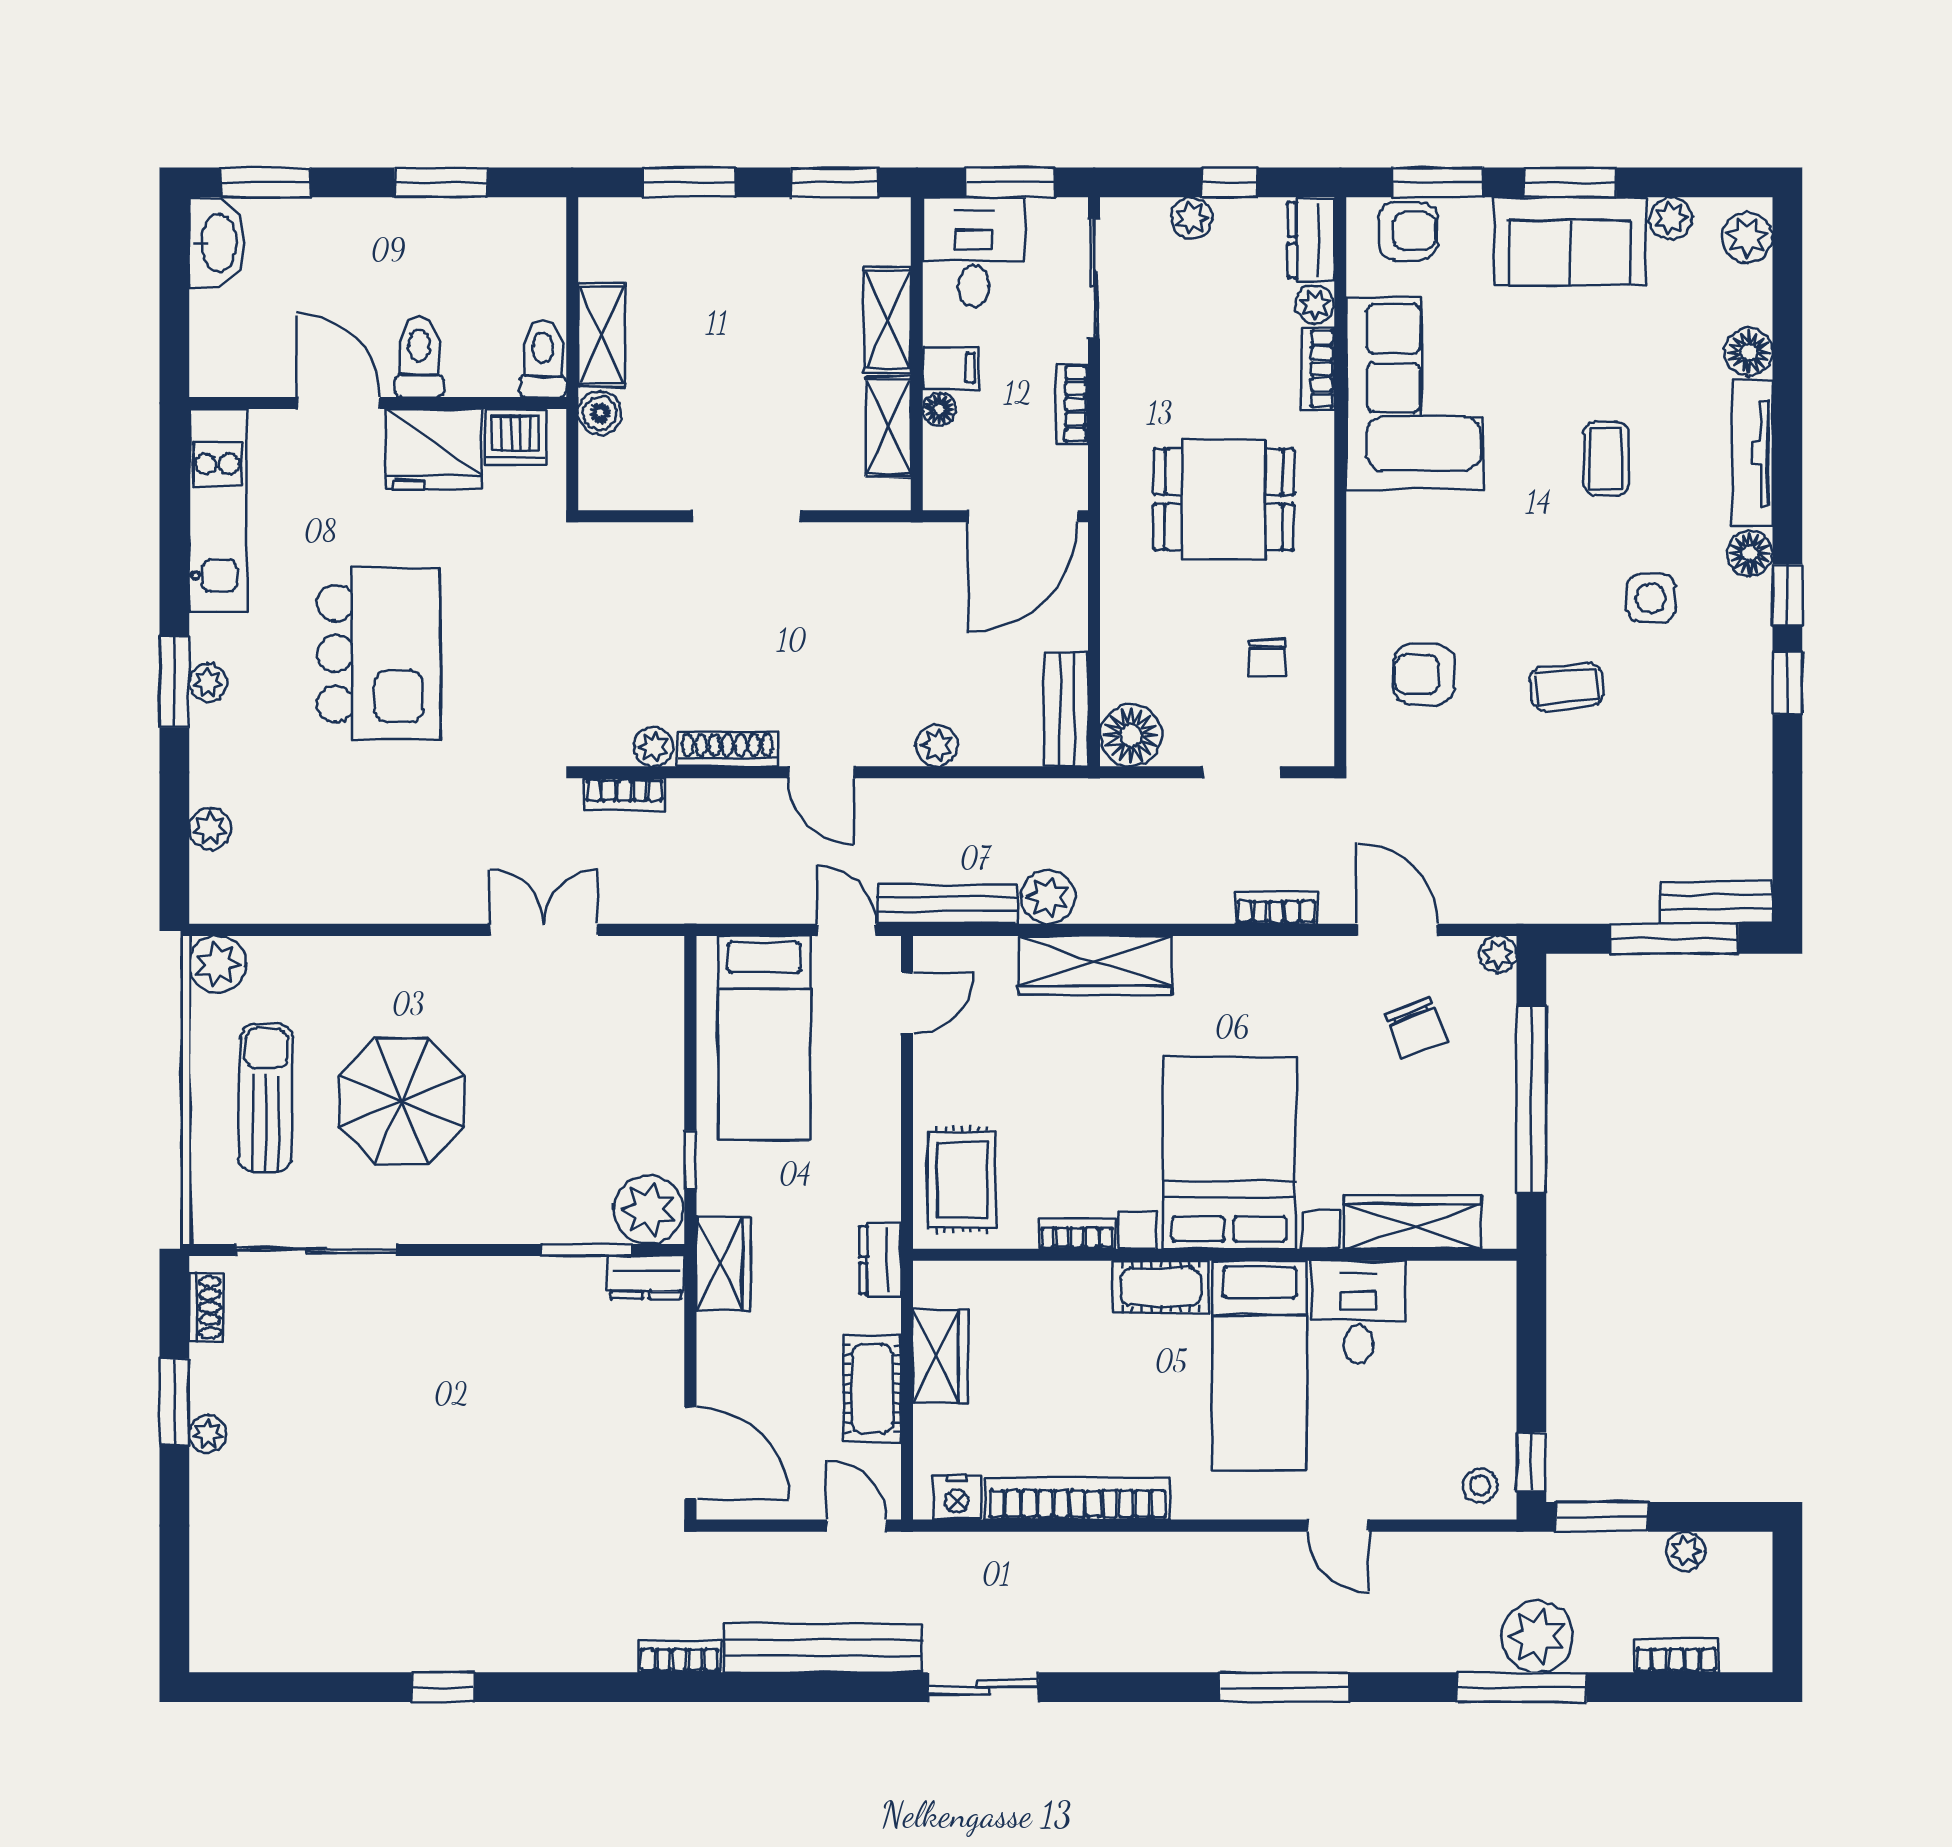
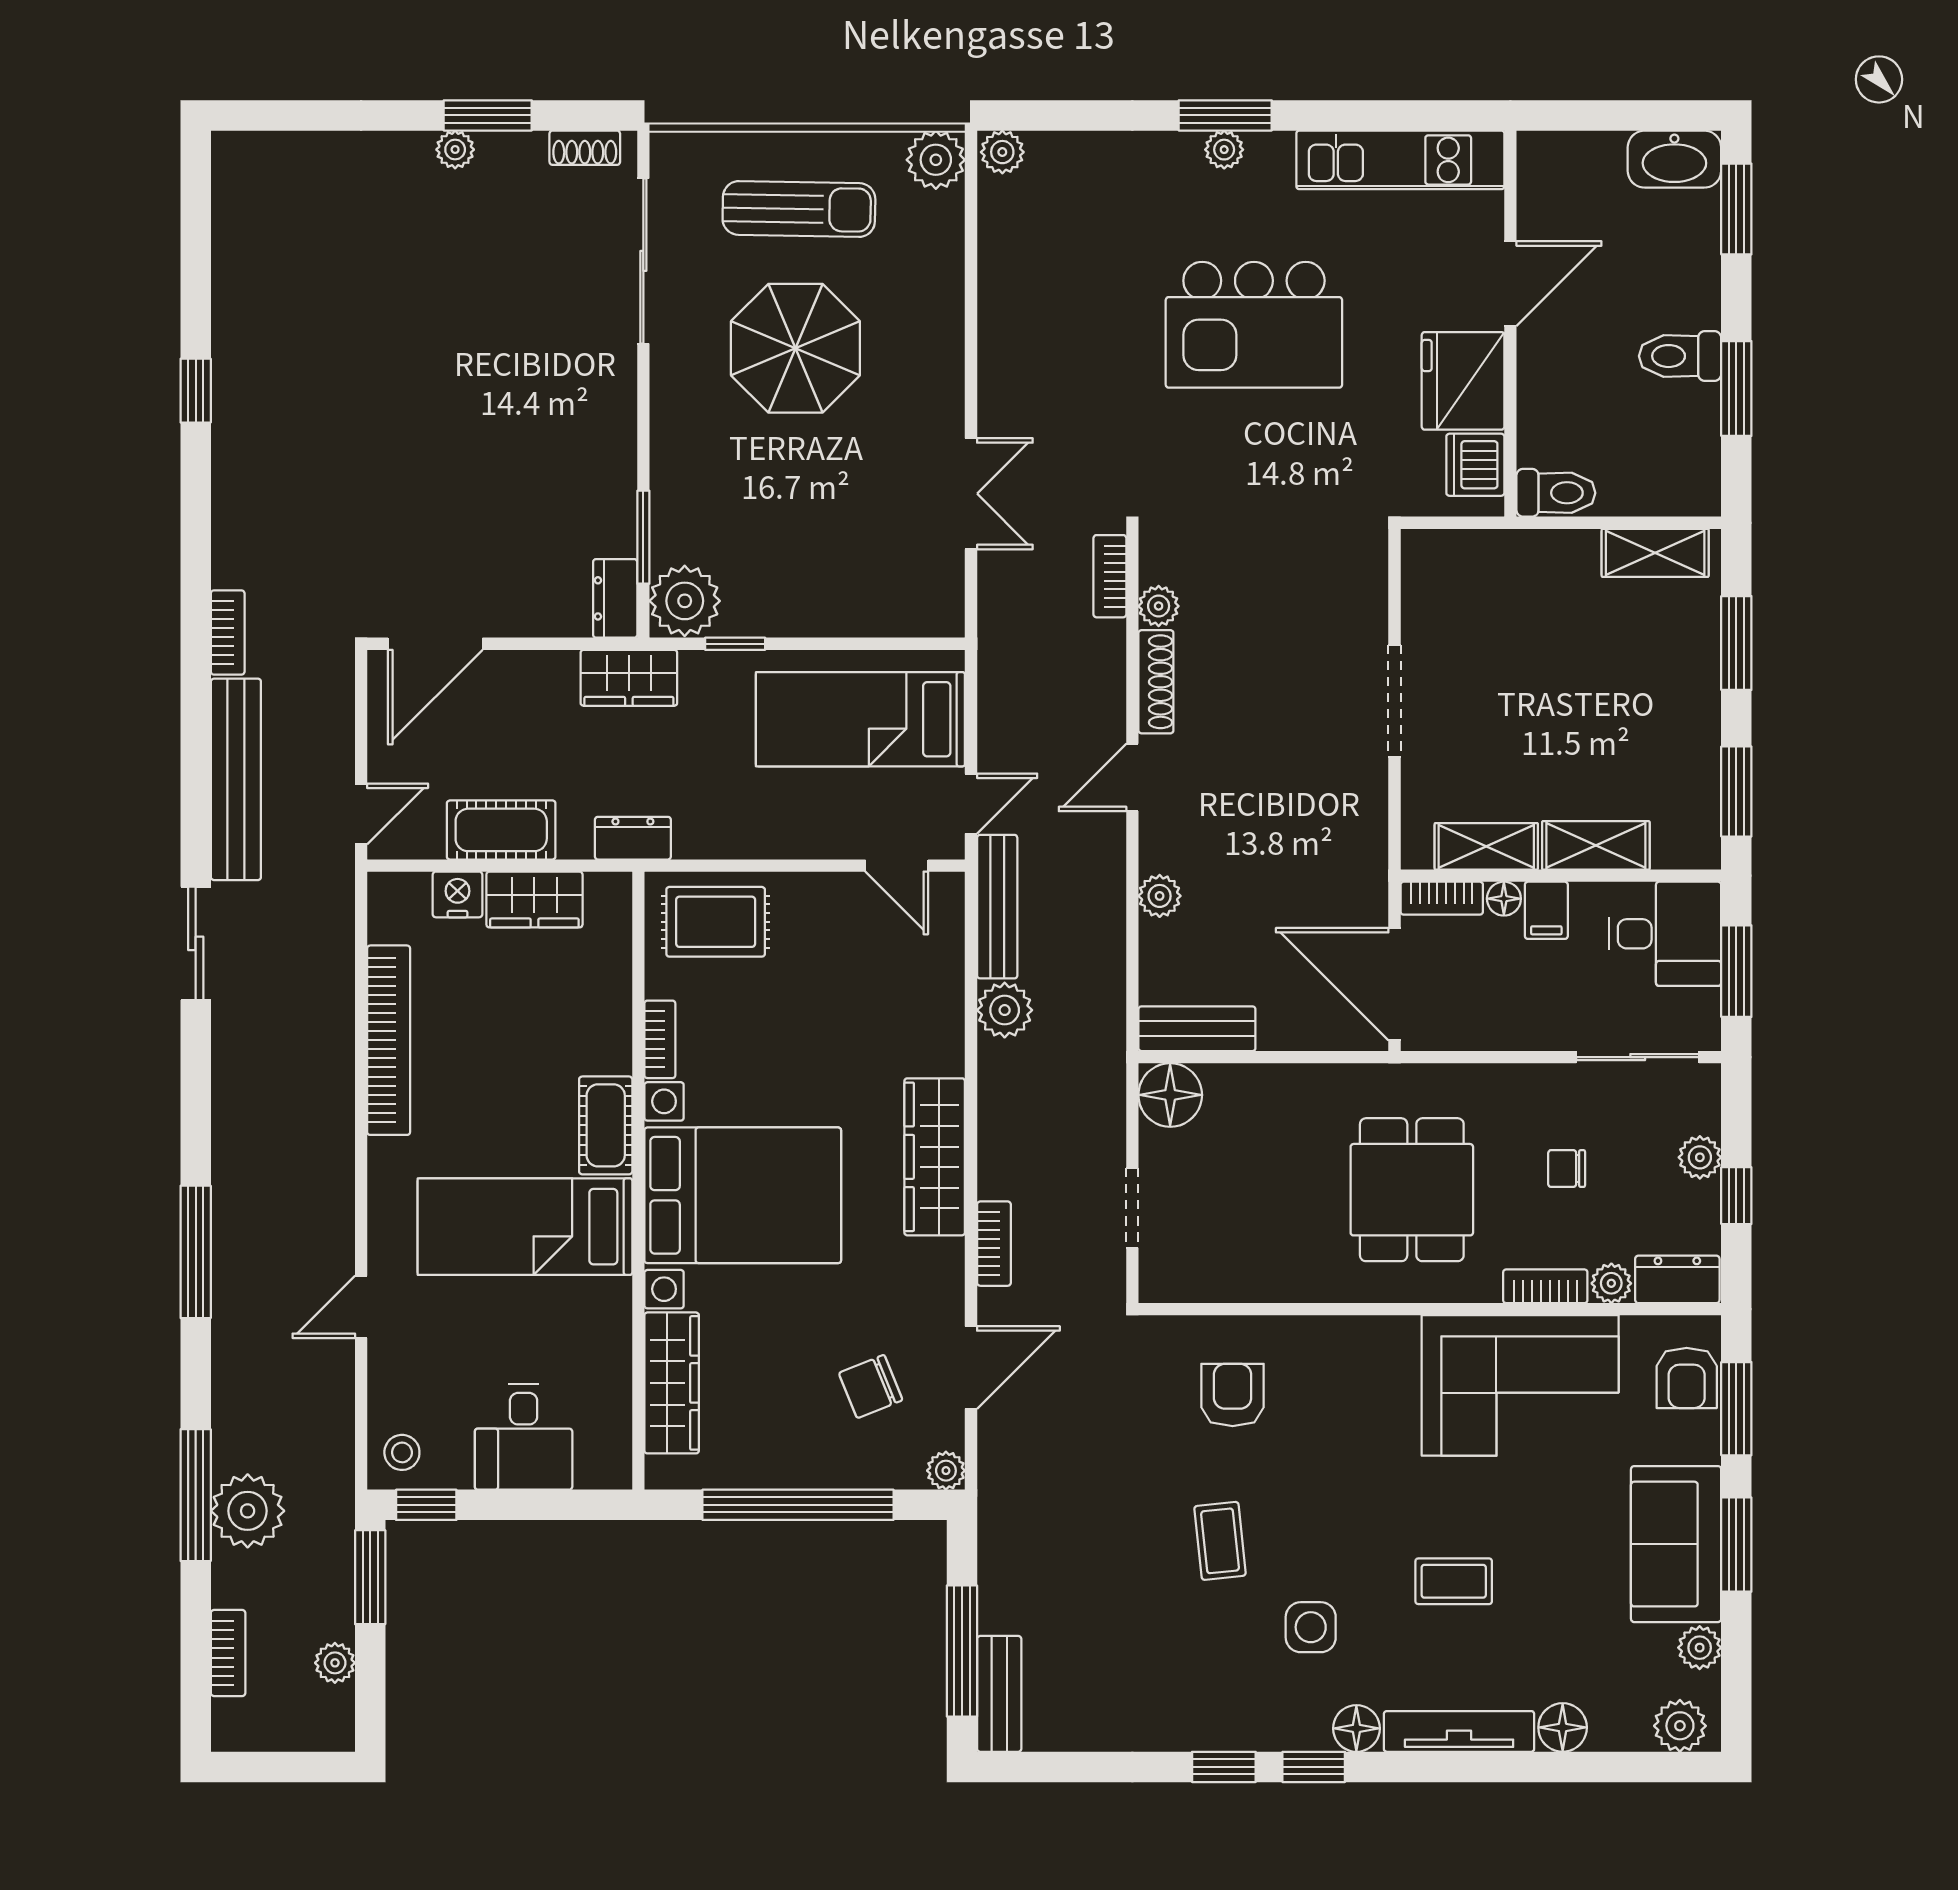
shelving: (602, 335) -> (1655, 553), moved
toilet: (419, 357) -> (1680, 356), moved, turned 180
bookcase: (1072, 404) -> (1442, 898), moved, turned 180
boiler: (600, 413) -> (1500, 551), removed
chair: (1267, 658) -> (1567, 1169), moved
plant: (210, 829) -> (1002, 152), moved
wardrobe: (1095, 965) -> (935, 1157), moved
desk: (1358, 1312) -> (524, 1437), moved, turned 90
nightstand: (957, 1497) -> (457, 894), moved, turned 90

